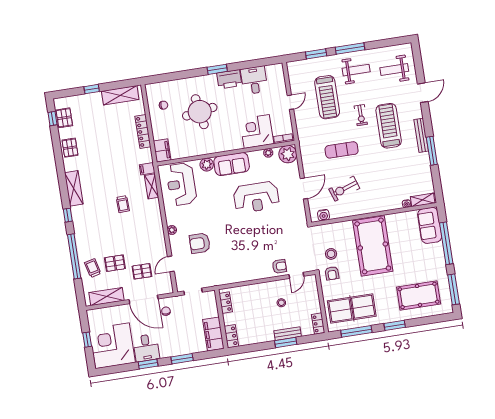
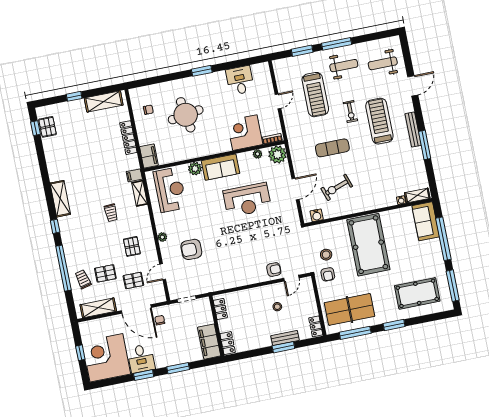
printer: (229, 79) -> (214, 80), removed
pallet: (70, 148) -> (132, 246), moved
reception desk: (181, 184) -> (170, 190), turned 180

